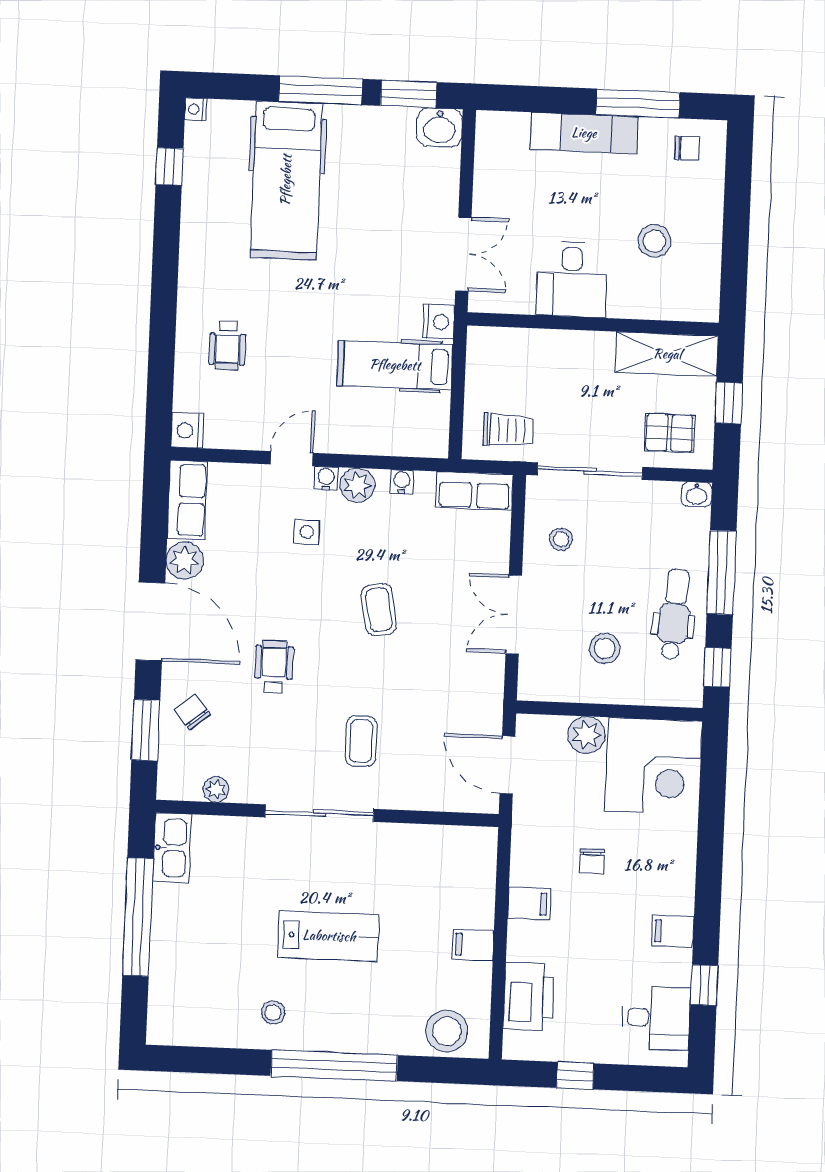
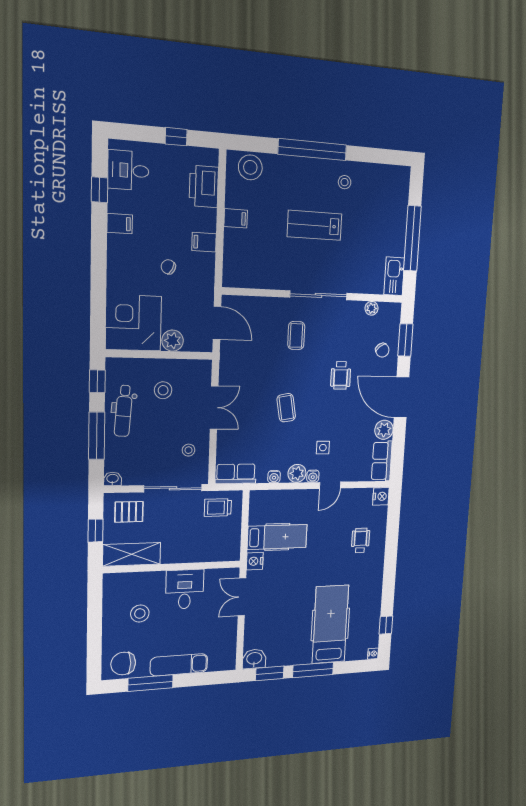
chair: (687, 148) -> (123, 663), width x1.87, depth x1.87
chair: (592, 861) -> (168, 267), turned -63

